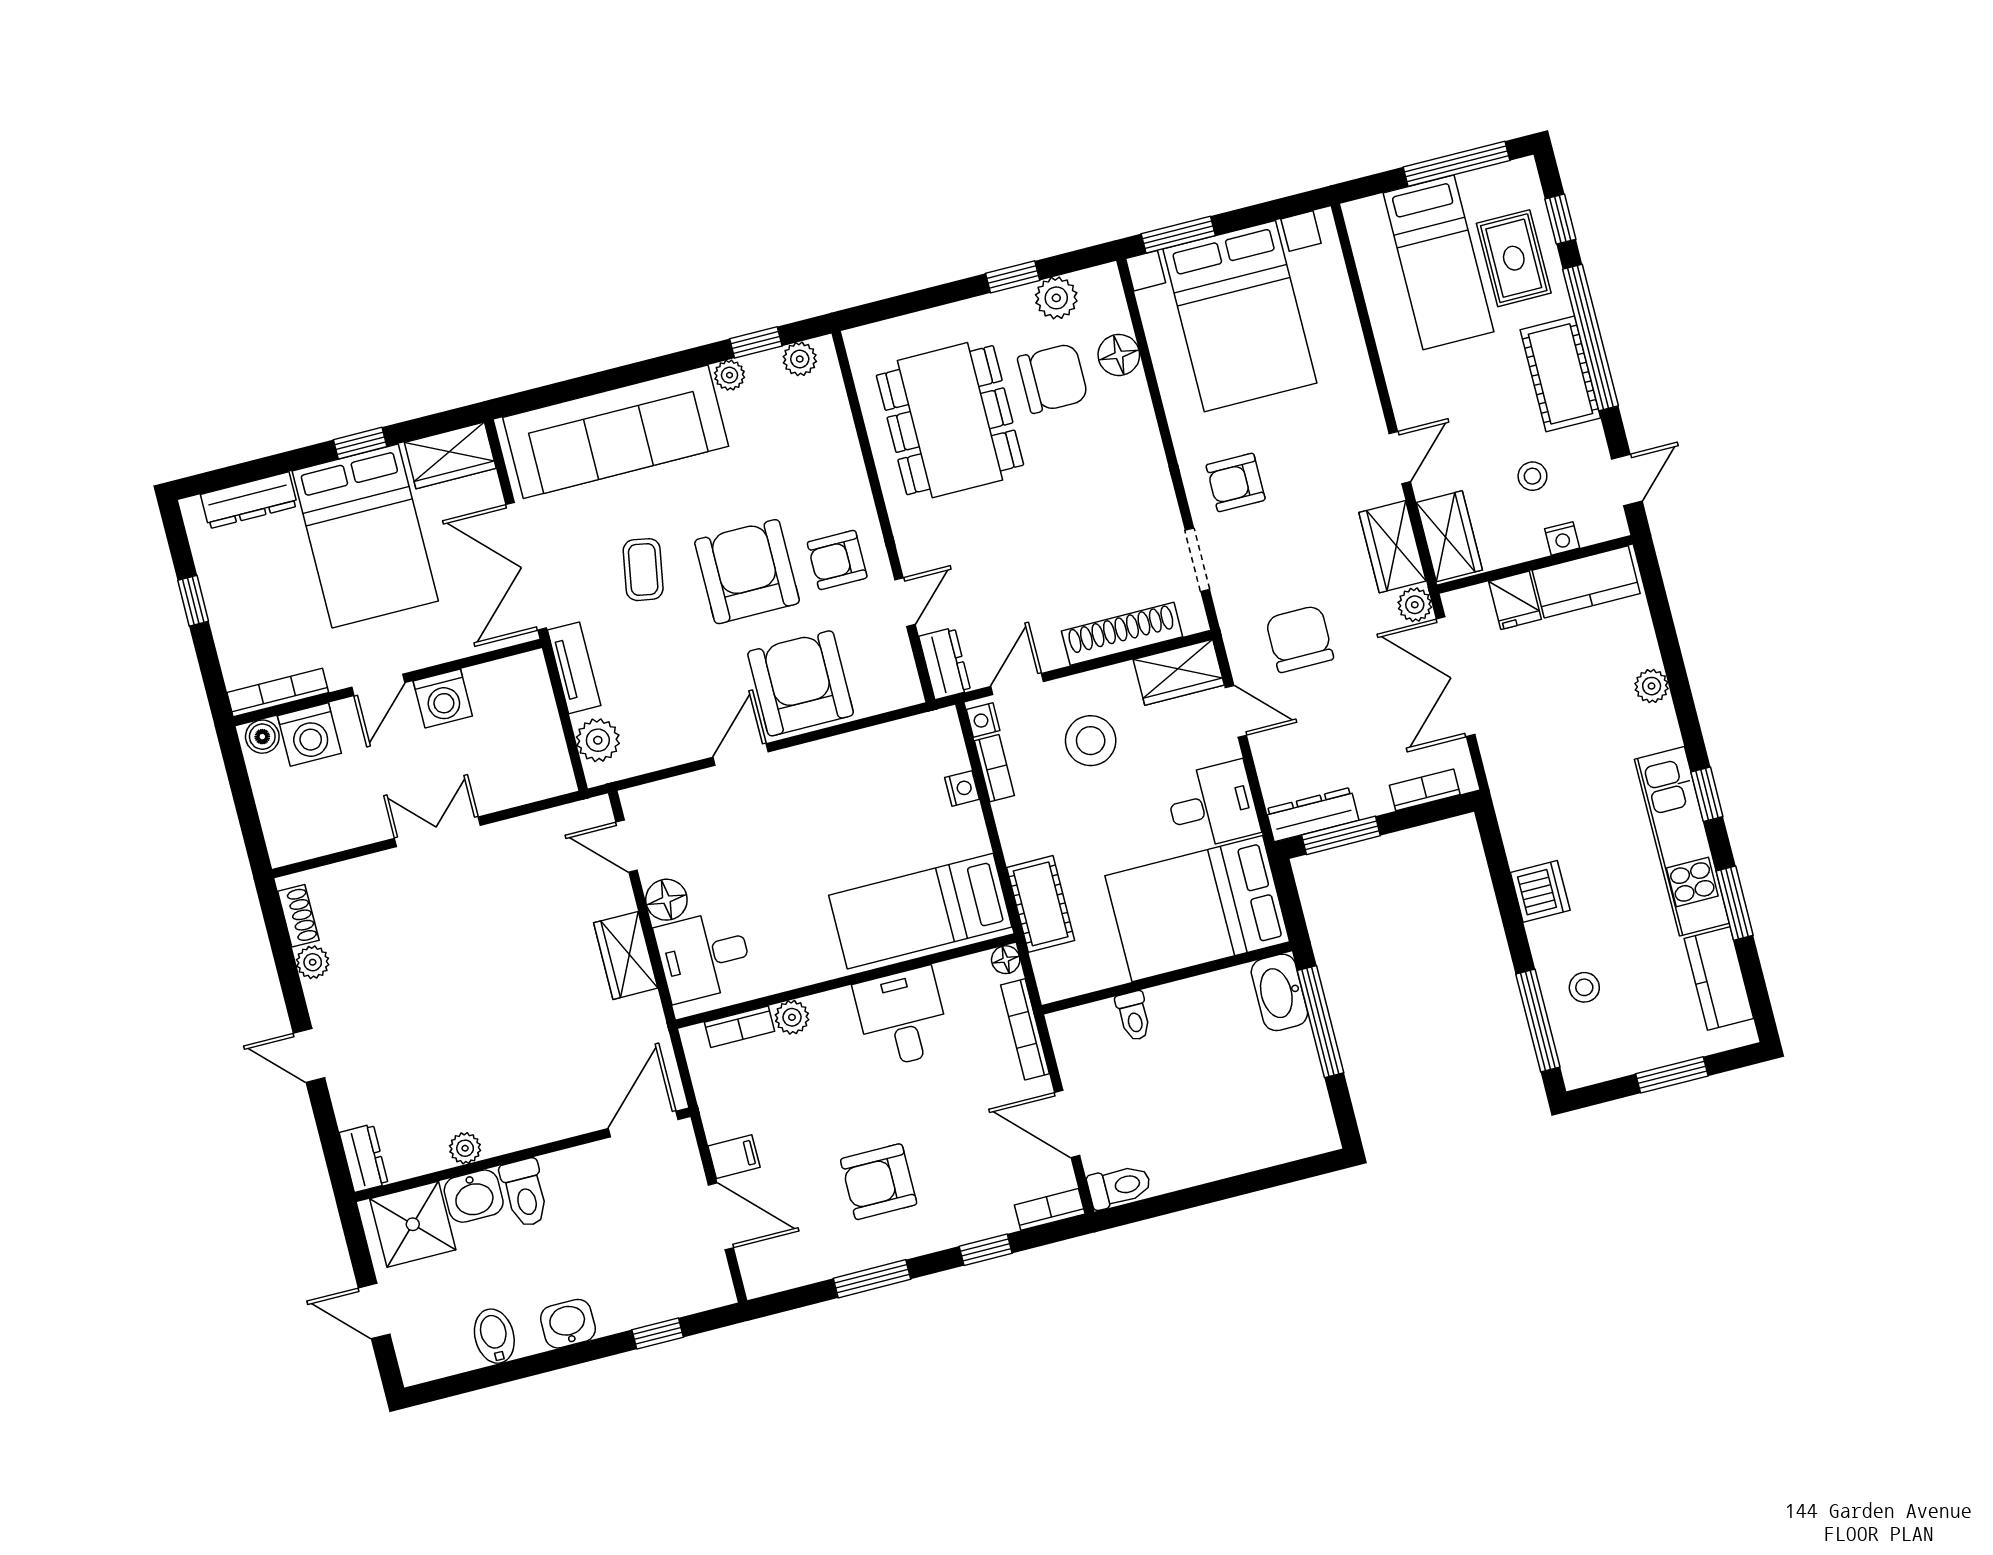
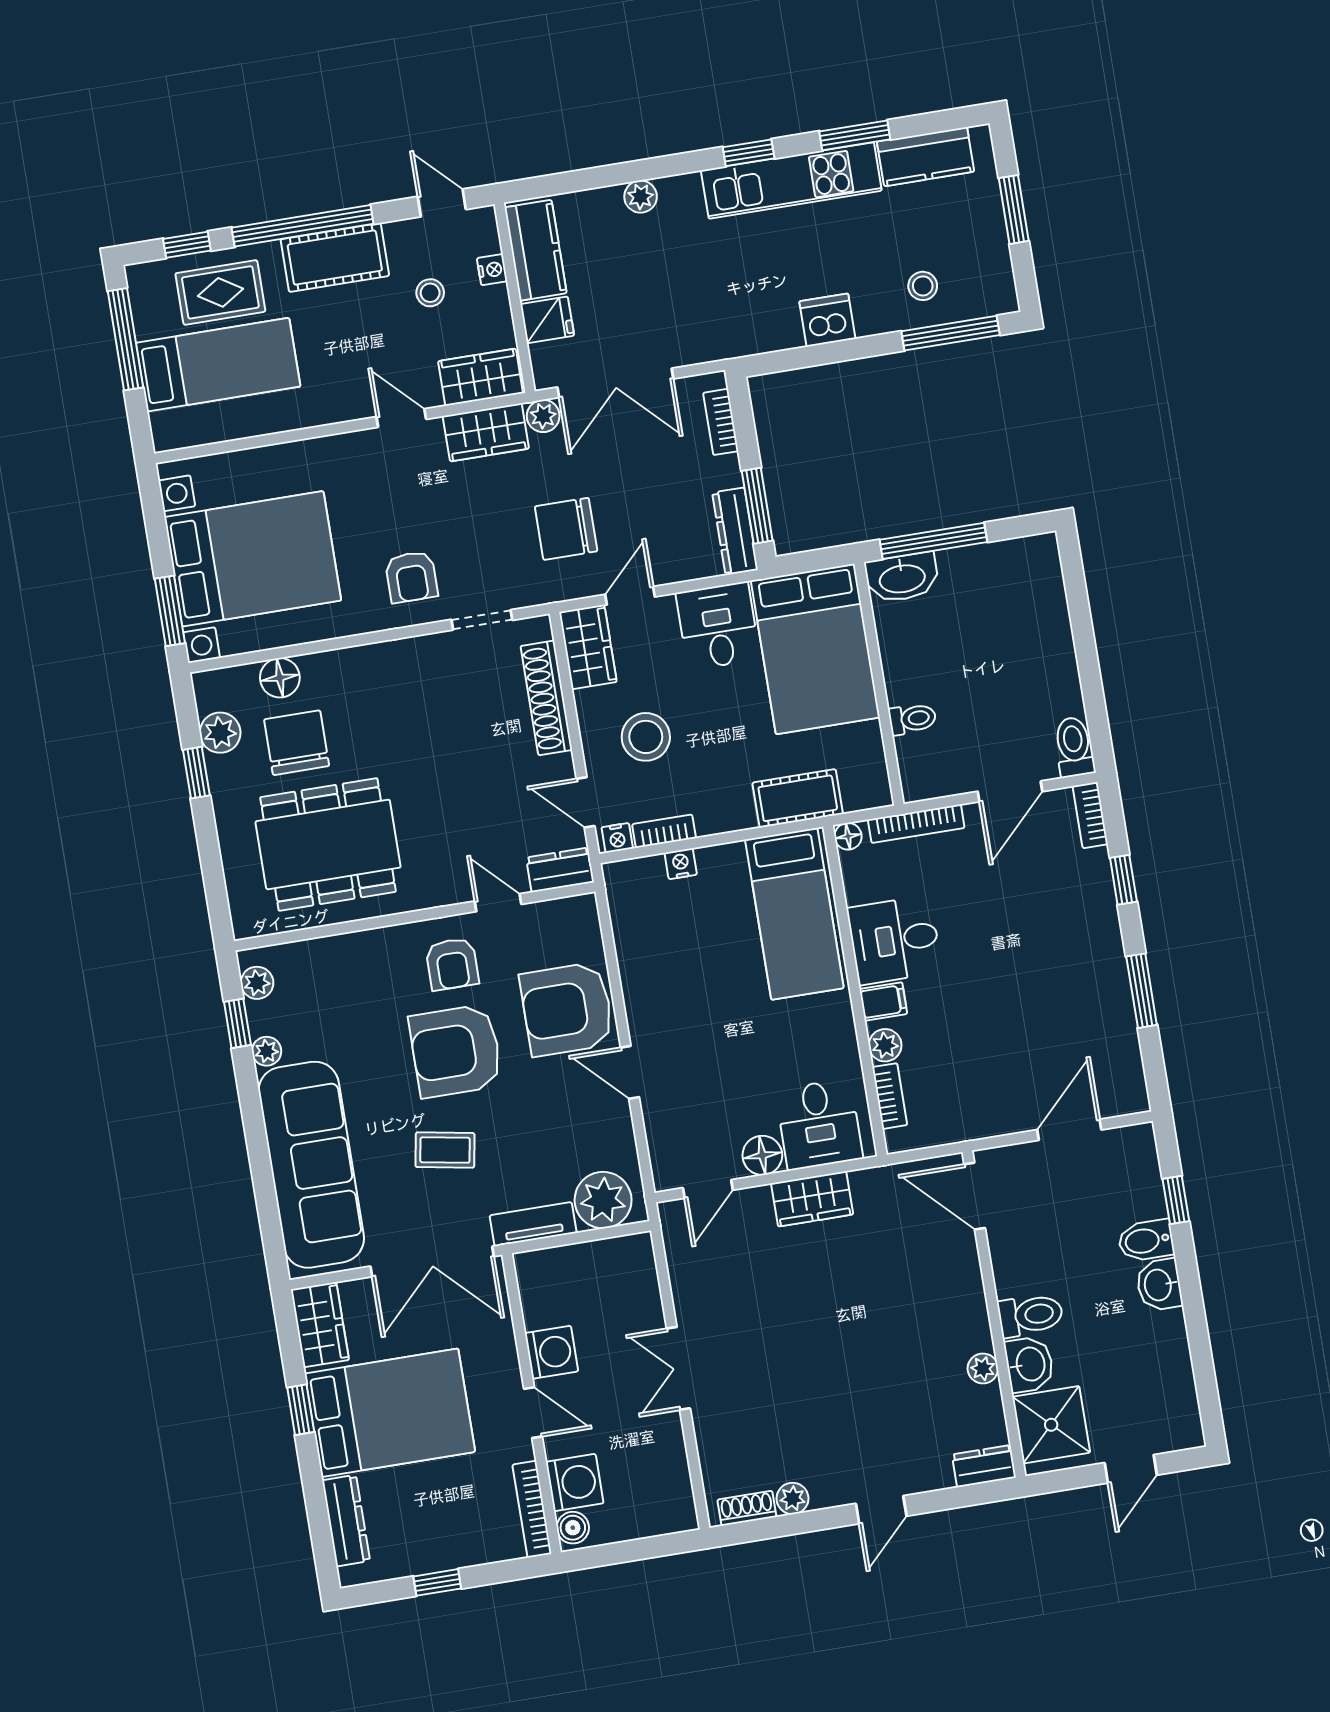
plant: (598, 740) -> (603, 1200), width x1.36, depth x1.36
filing cabinet: (734, 1157) -> (883, 1001), moved, turned 90
armchair: (879, 1182) -> (1049, 976), removed
bidet: (494, 1336) -> (1146, 1241), moved

